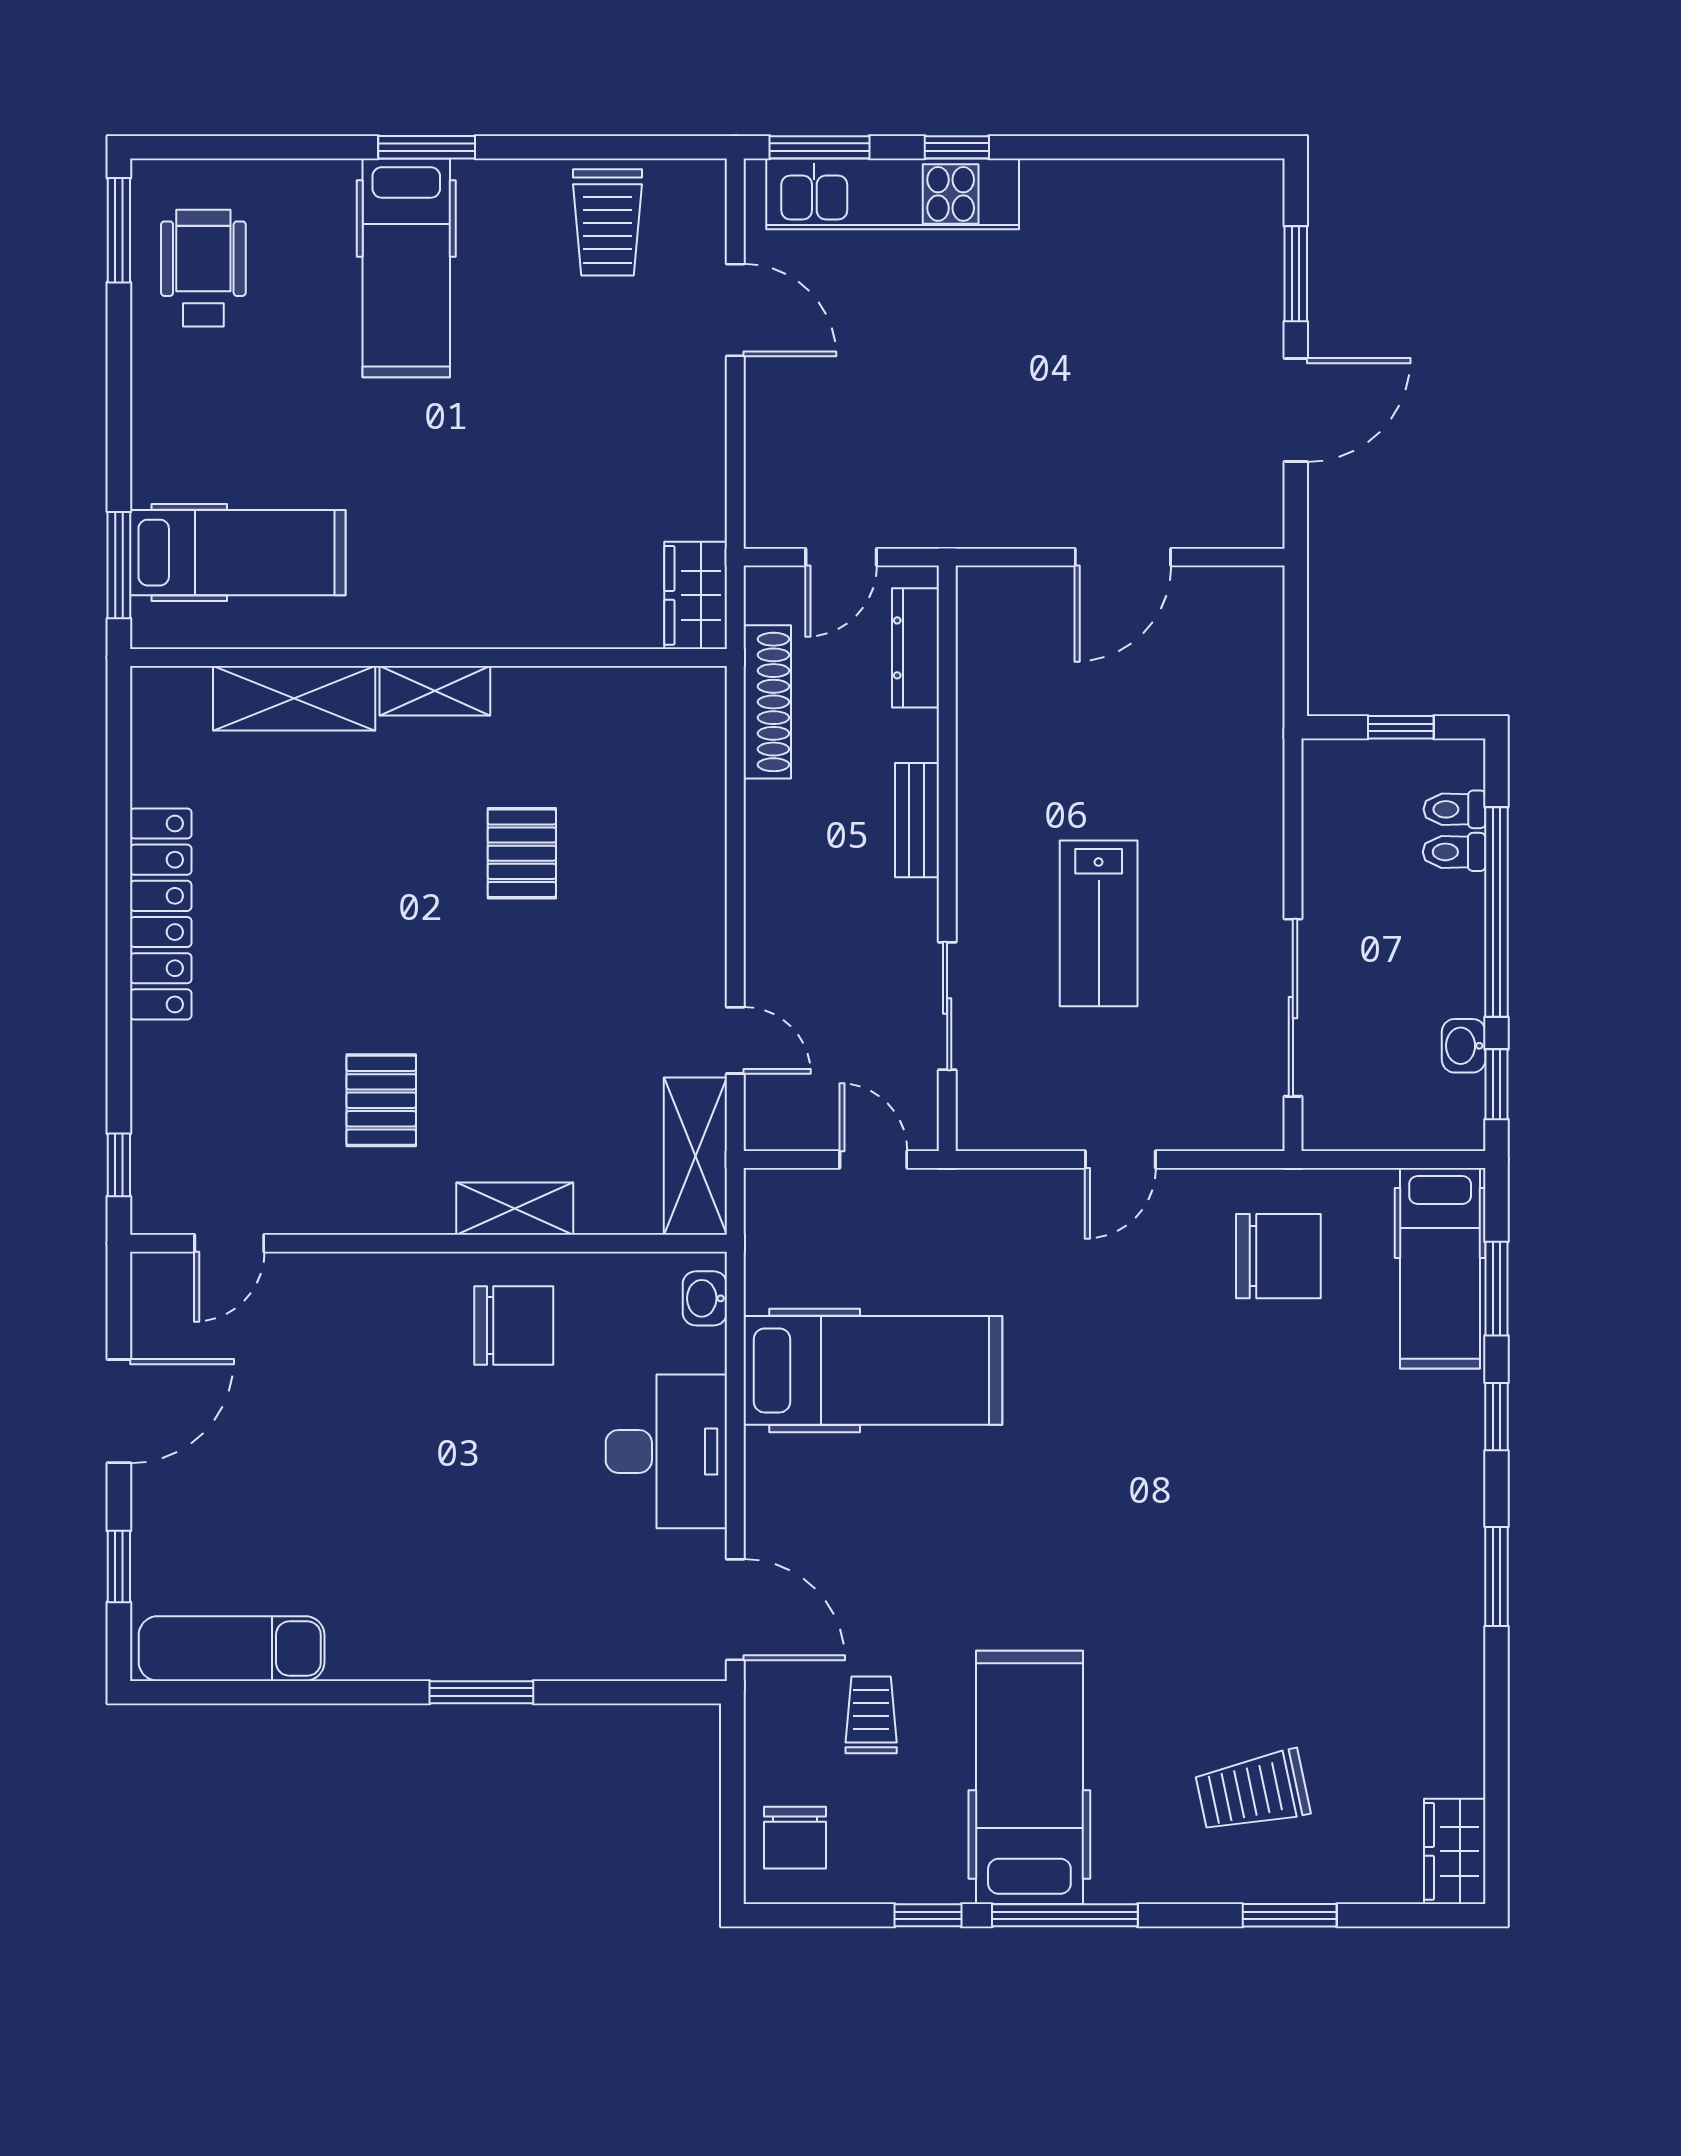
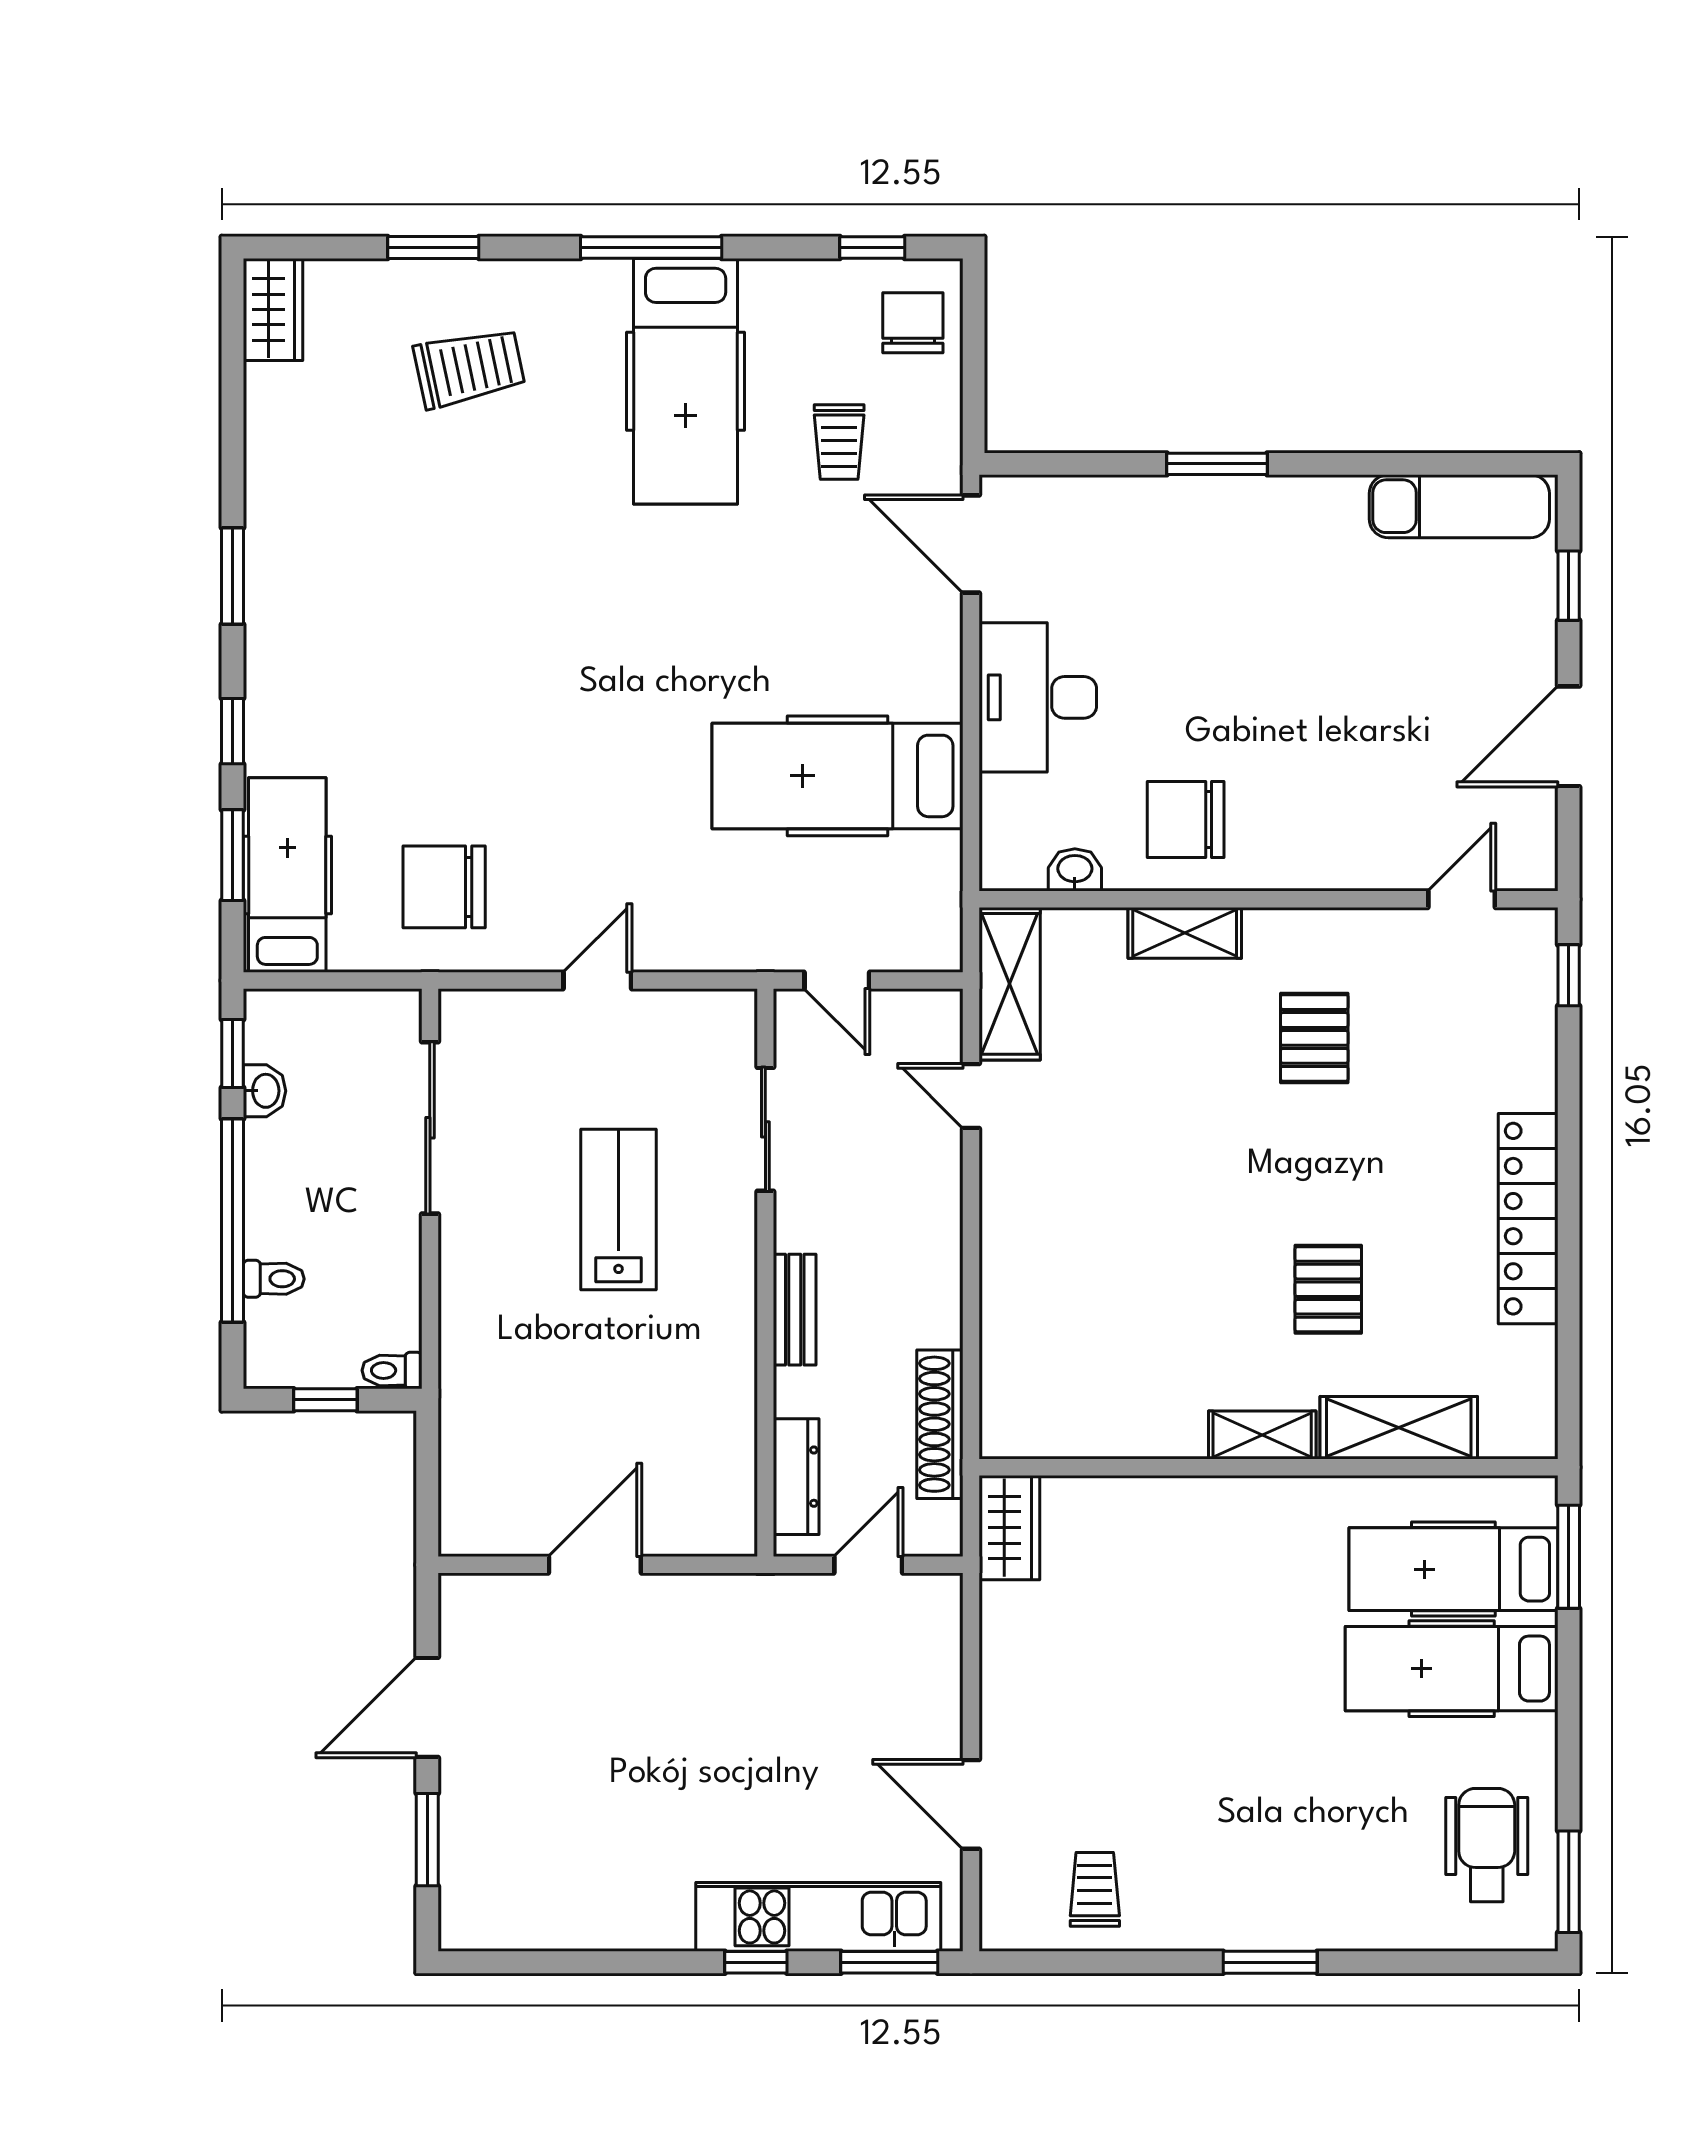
trolley: (607, 222) -> (1095, 1889), width x0.73, depth x0.72
wheelchair: (203, 268) -> (1487, 1845), turned 180
hospital bed: (406, 268) -> (1452, 1669), moved, turned -90
toilet: (1455, 809) -> (392, 1370), moved, turned 180
pallet: (522, 853) -> (1328, 1289), moved
washbasin: (705, 1298) -> (1075, 870), moved, turned -90
window: (928, 1915) -> (872, 247), moved

